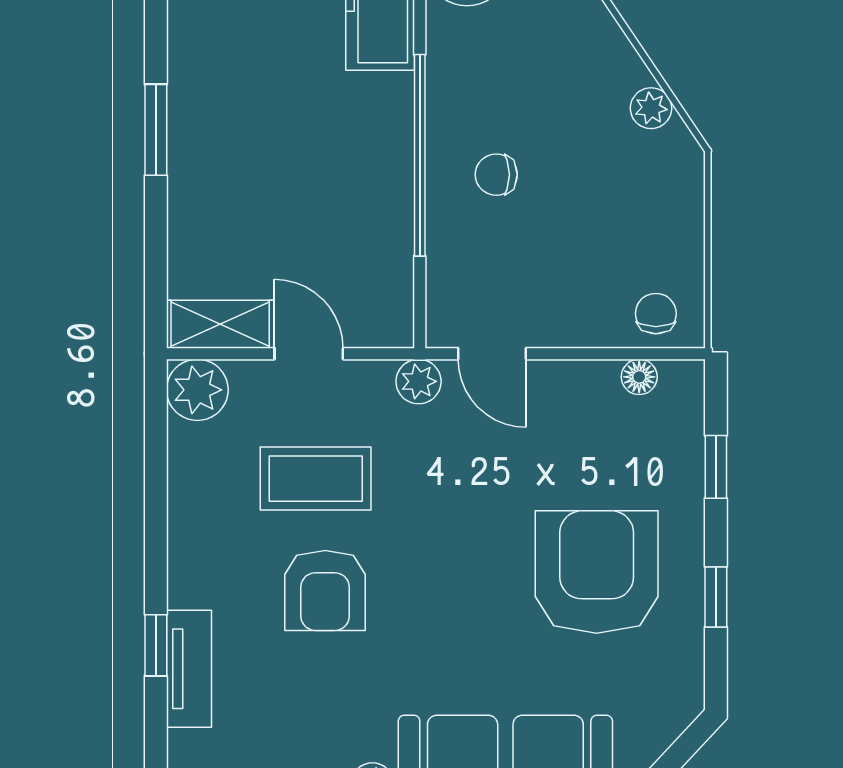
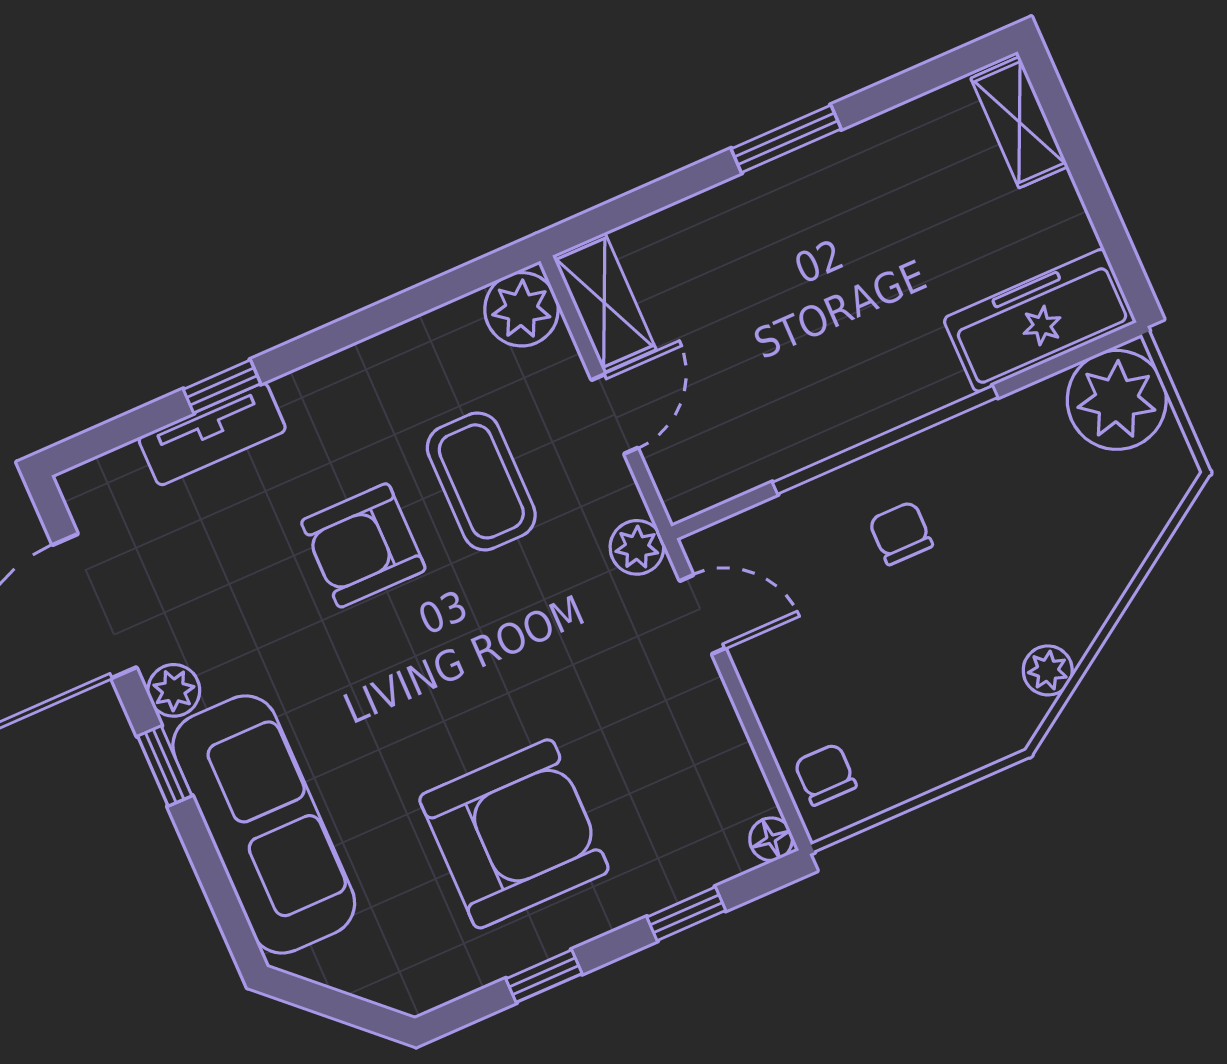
chair: (656, 314) -> (825, 774), turned -90
door: (492, 354) -> (703, 614), swing flipped
floor lamp: (639, 377) -> (771, 839), moved

